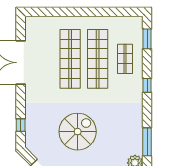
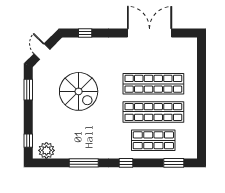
shop shelf: (125, 59) -> (153, 140), width x1.43, depth x1.36
window: (147, 142) -> (84, 163), moved

